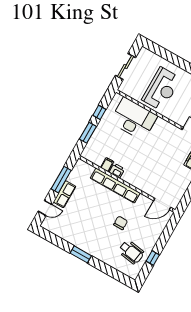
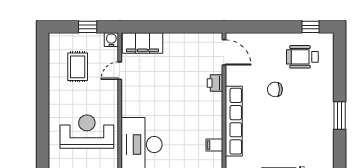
printer: (117, 171) -> (215, 83), moved
wheelchair: (131, 252) -> (302, 57), turned -99
window: (153, 258) -> (310, 27), moved

